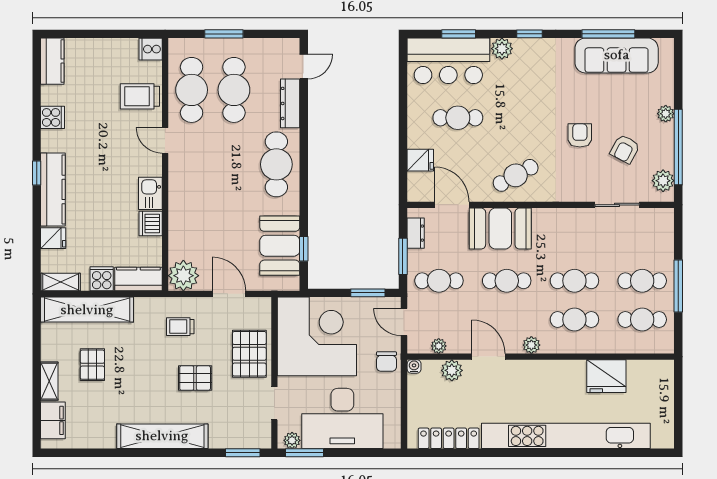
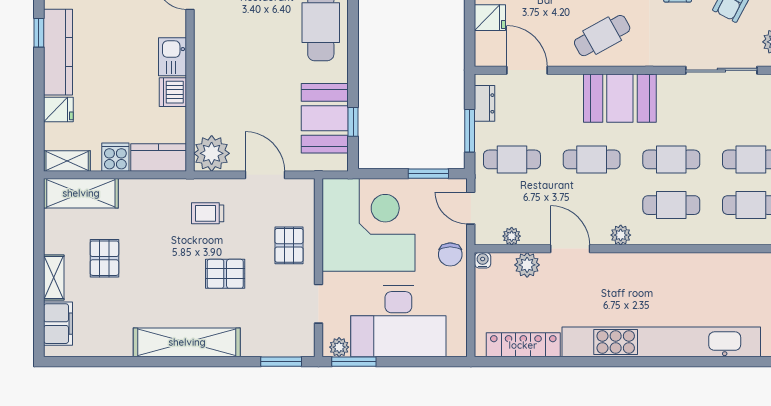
sliding door: (617, 205) -> (721, 70), width x1.37
booth: (500, 229) -> (620, 98), moved
shelving: (87, 310) -> (81, 193), width x0.68
pallet: (249, 354) -> (289, 245), width x0.67, depth x0.71
fridge: (606, 376) -> (709, 272), removed

